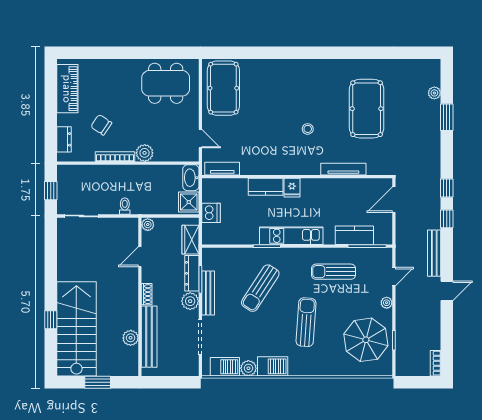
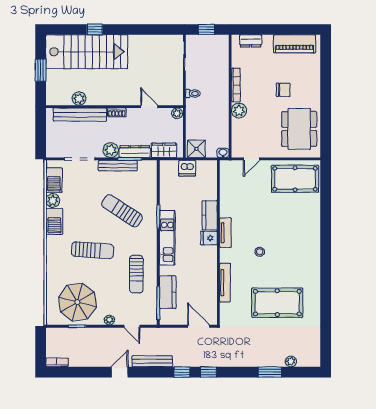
chair: (101, 125) -> (283, 90), moved, turned 56
tv unit: (222, 169) -> (225, 233), moved
washbasin: (191, 178) -> (223, 153), width x0.52, depth x0.69
sun lounger: (333, 272) -> (136, 274), turned 180
door: (447, 291) -> (120, 372), swing flipped

